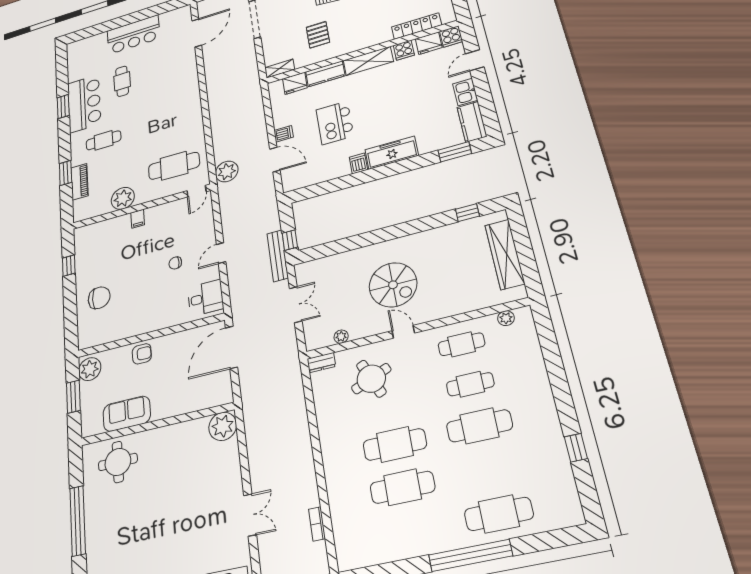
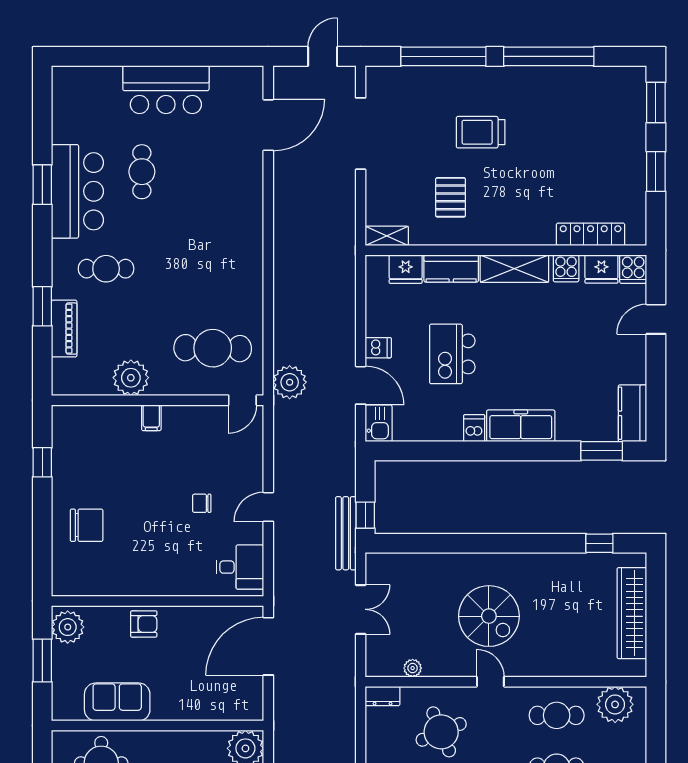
kitchen sink: (465, 92) -> (379, 423), moved, turned 180
plant: (506, 318) -> (615, 704), width x1.88, depth x1.88

